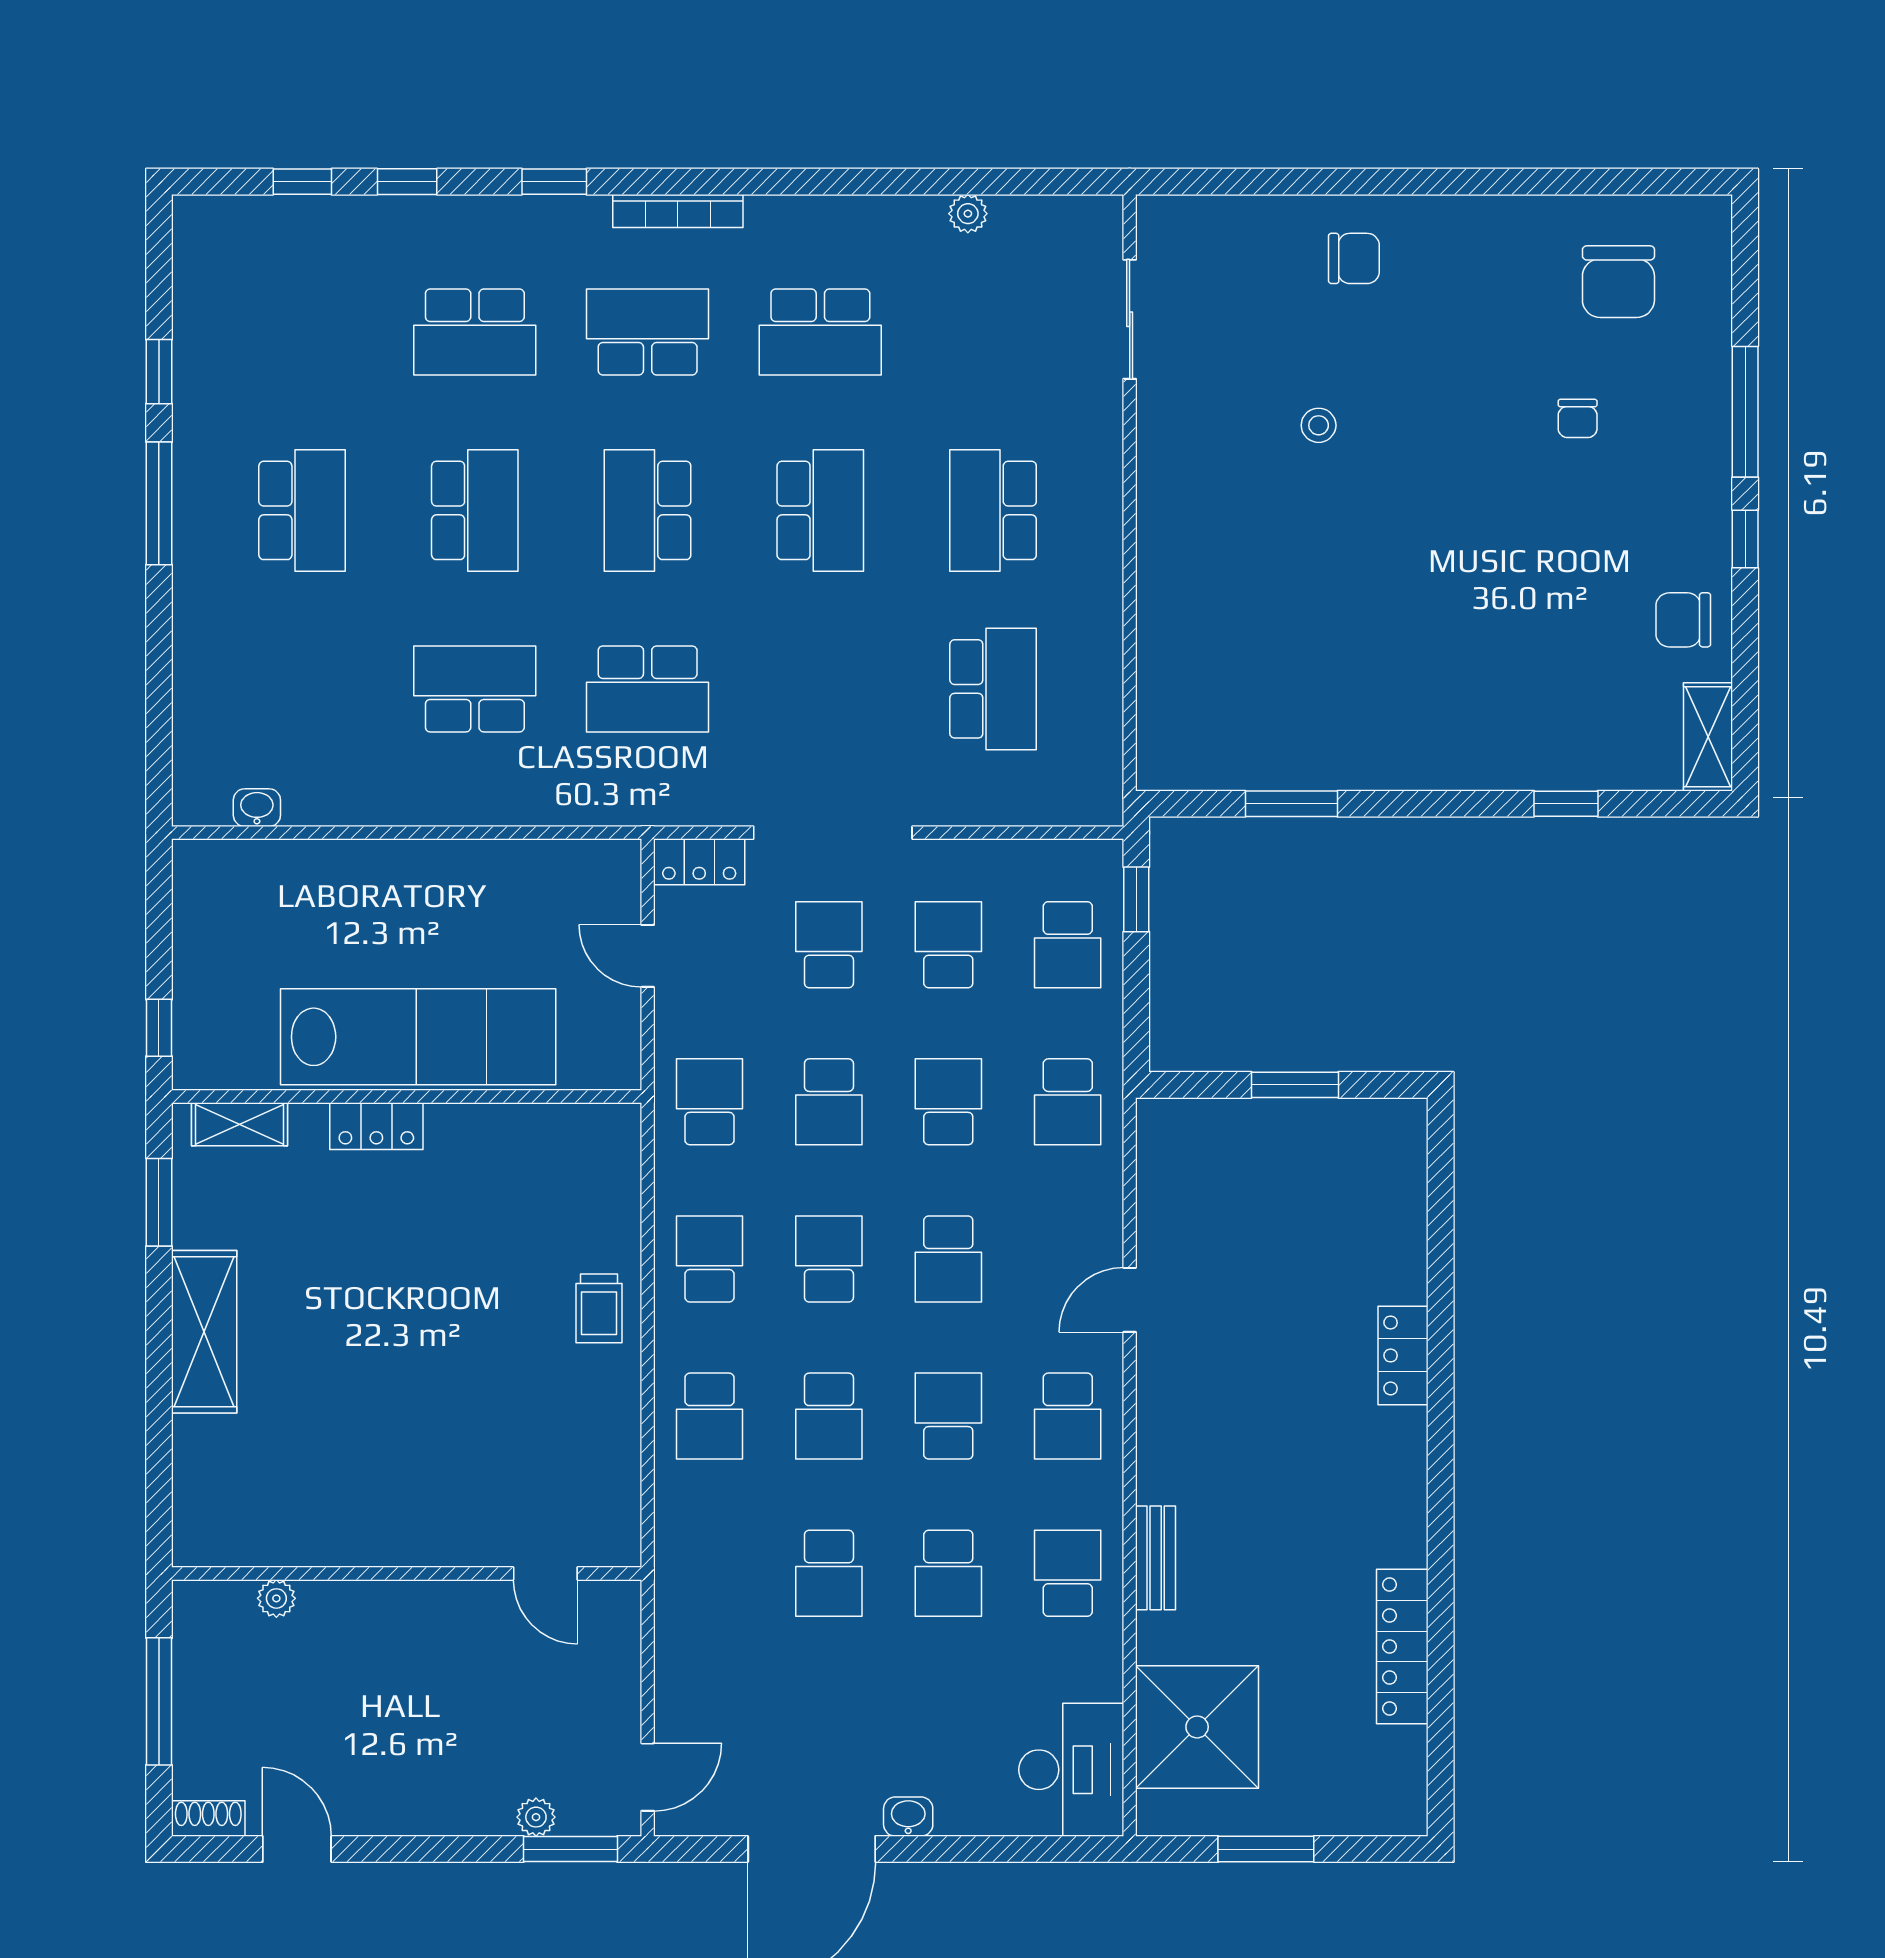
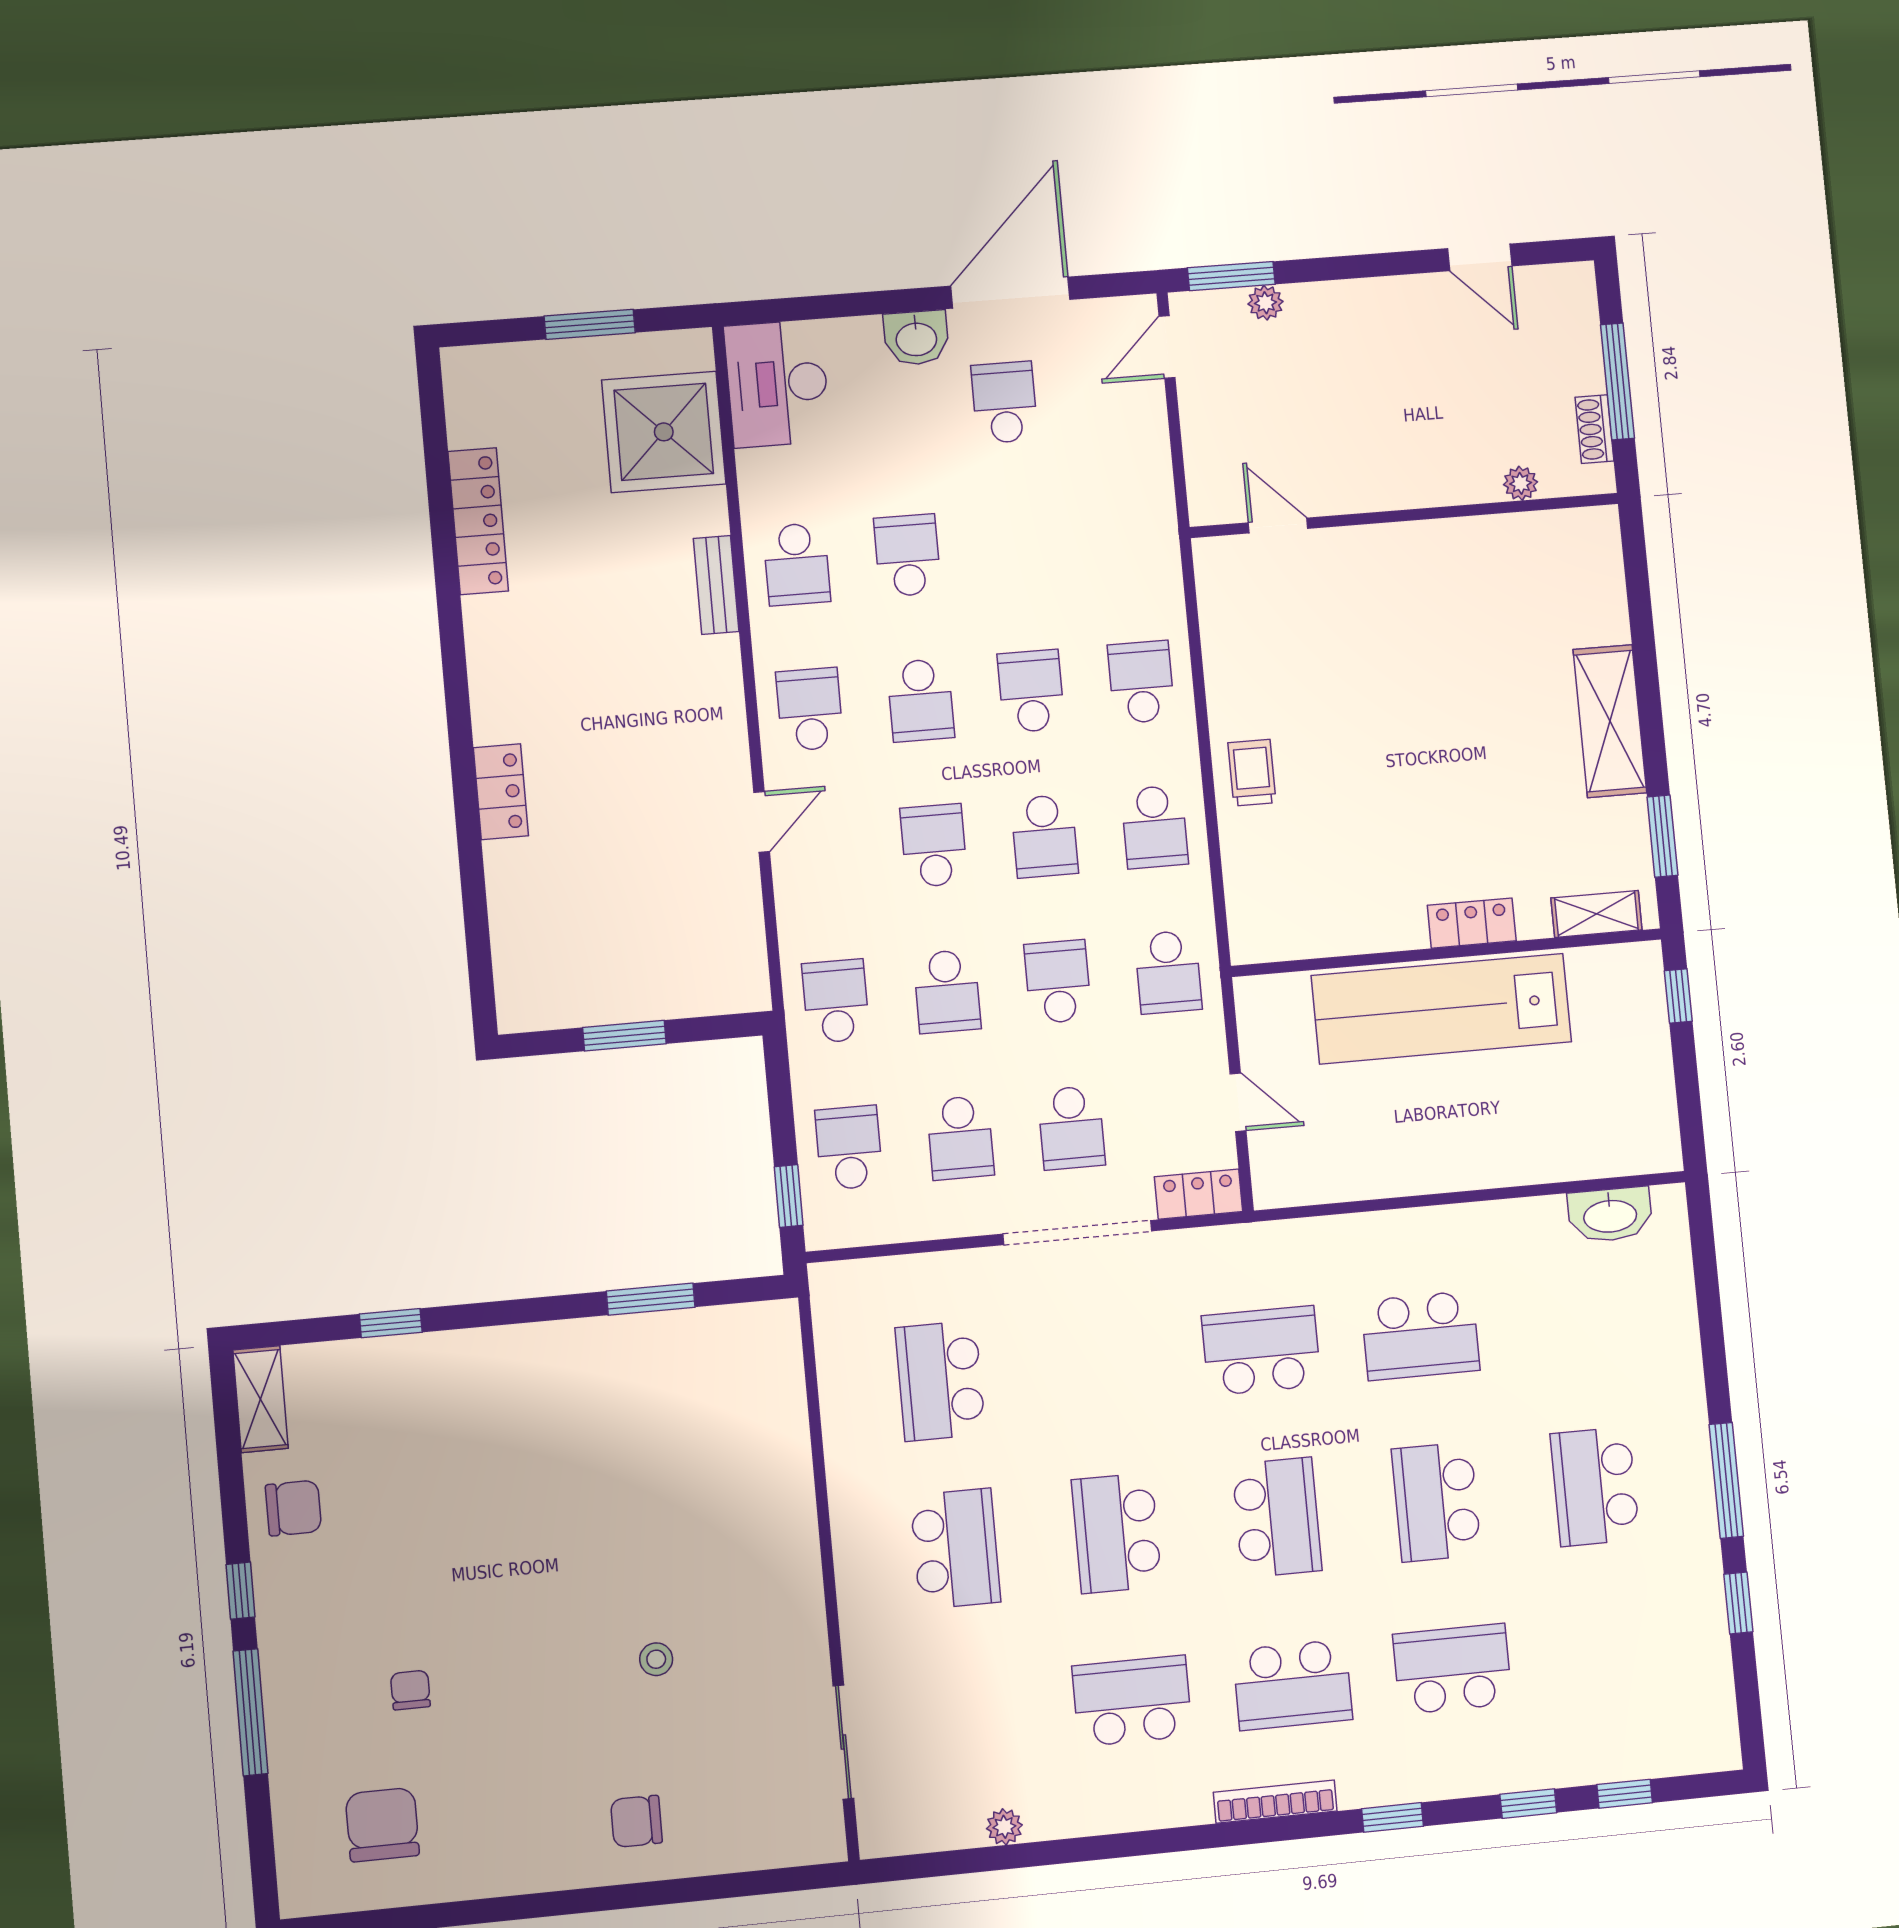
washbasin: (257, 808) -> (1610, 1215), width x1.91, depth x1.45
school desk: (829, 1573) -> (1005, 402), moved
washbasin: (908, 1817) -> (916, 338), width x1.38, depth x1.45
shoe rack: (208, 1819) -> (1594, 429), moved, turned 90

